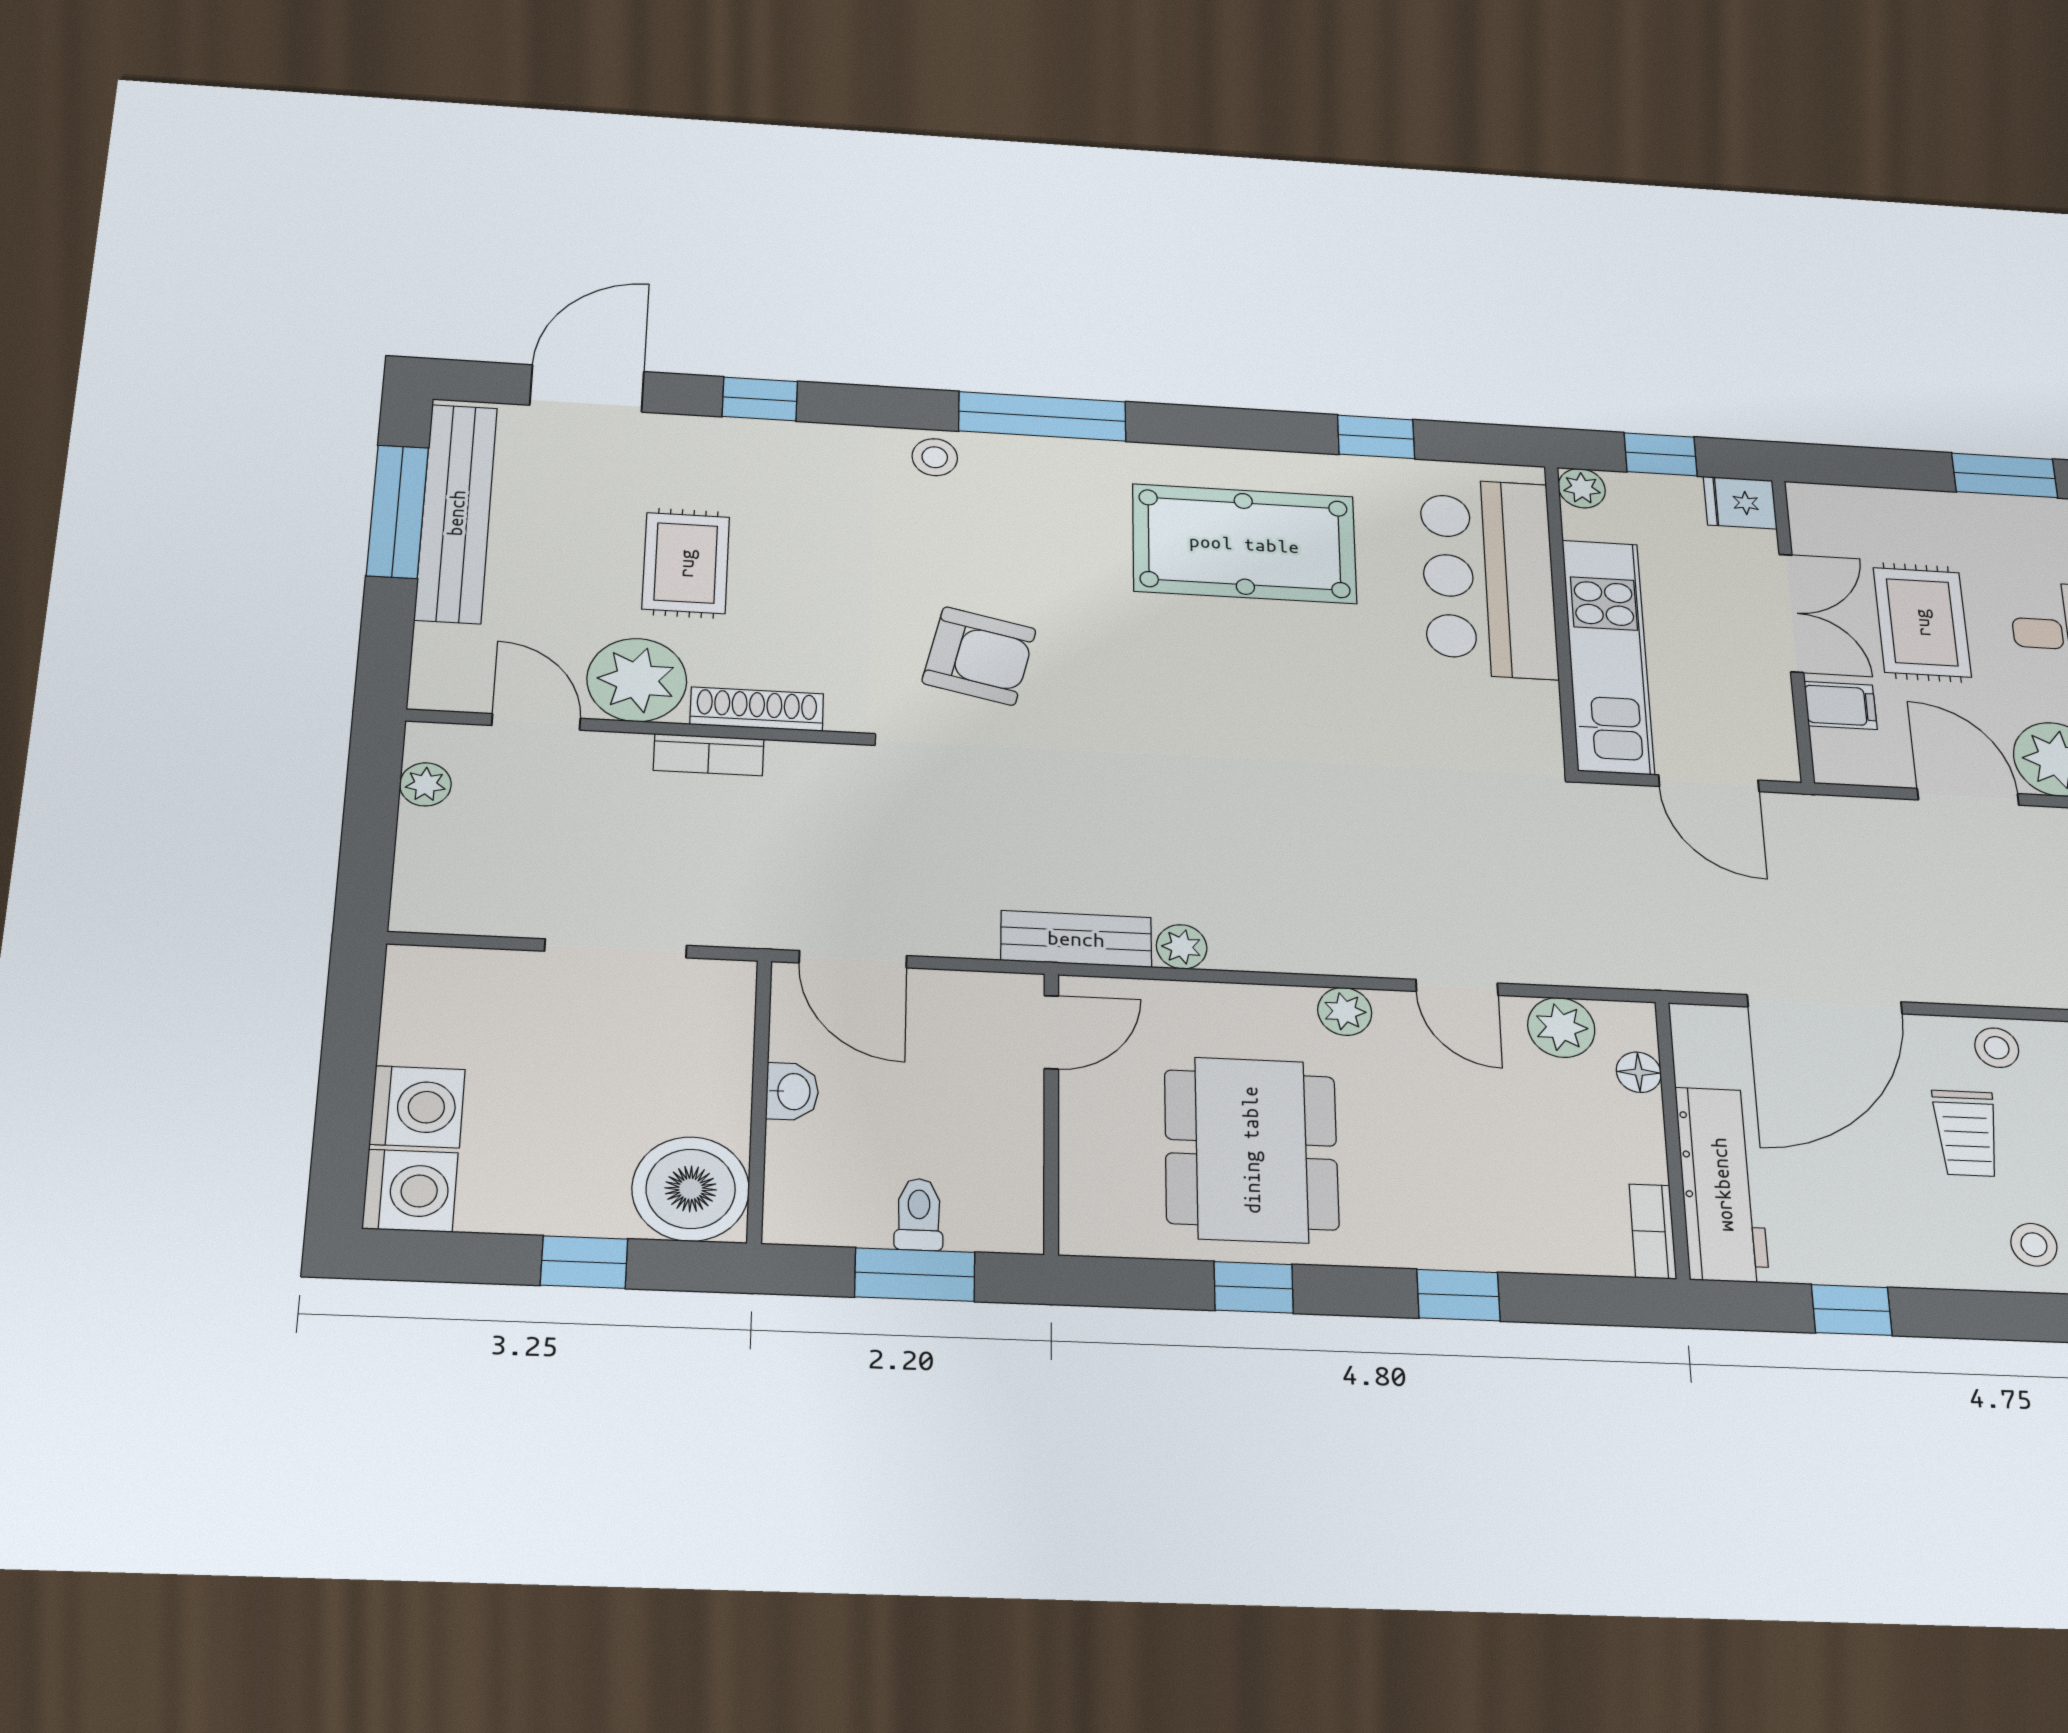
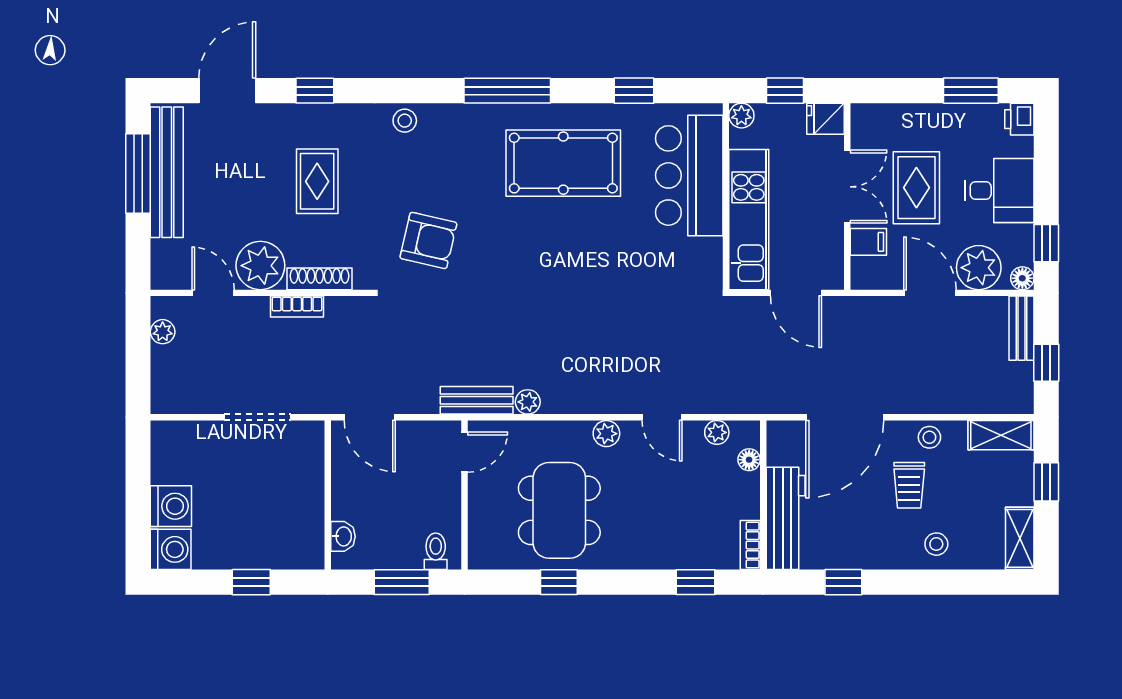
window: (1042, 416) -> (507, 91), moved
rug: (686, 563) -> (317, 181), moved
plant: (1561, 1027) -> (717, 432), width x0.73, depth x0.73
washbasin: (792, 1092) -> (343, 536), moved
boiler: (691, 1189) -> (298, 543), removed
toilet: (919, 1214) -> (436, 551), moved
window: (1458, 1295) -> (696, 582), moved

